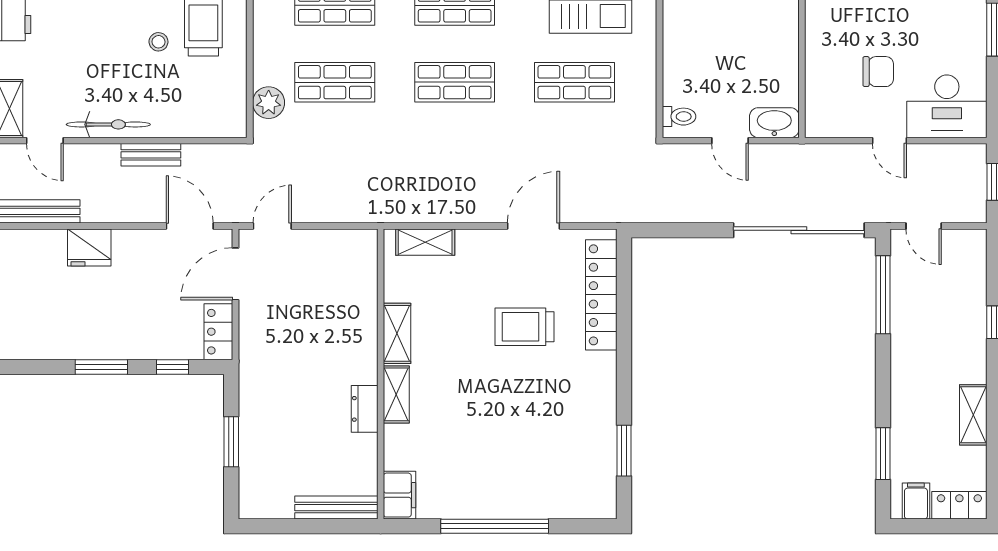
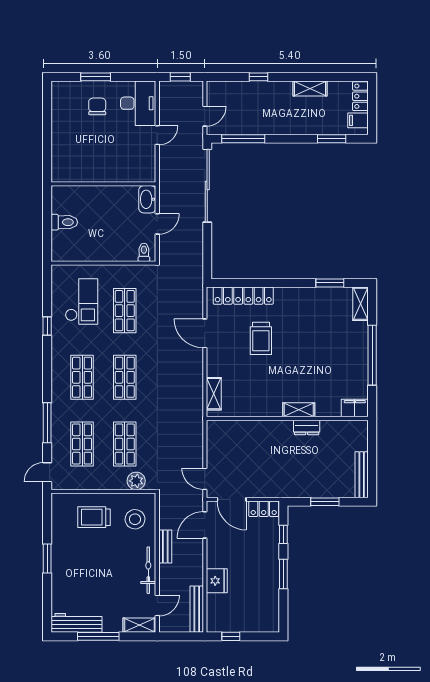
stool: (158, 42) -> (135, 519), moved, width x1.89, depth x1.89
chair: (878, 72) -> (97, 106), moved
shelving: (397, 333) -> (361, 304), moved, turned 90
bench: (336, 508) -> (362, 475), moved

